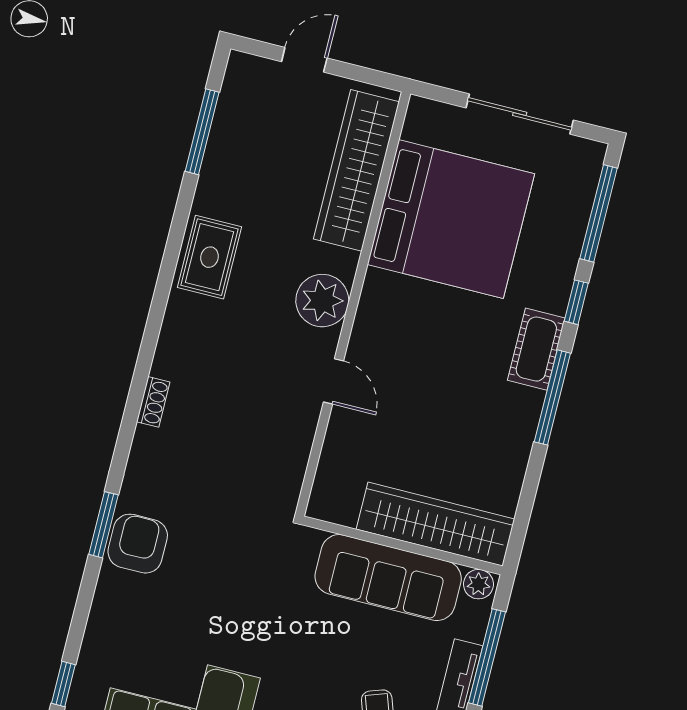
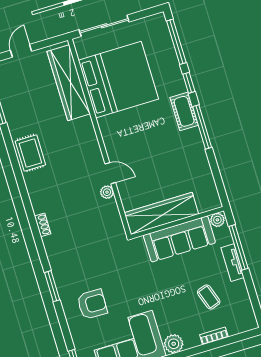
sliding door: (520, 114) -> (104, 26), moved
plant: (322, 301) -> (107, 192), moved, width x0.53, depth x0.53
wardrobe: (435, 524) -> (161, 213), moved
armchair: (138, 544) -> (92, 304), moved, turned 91

